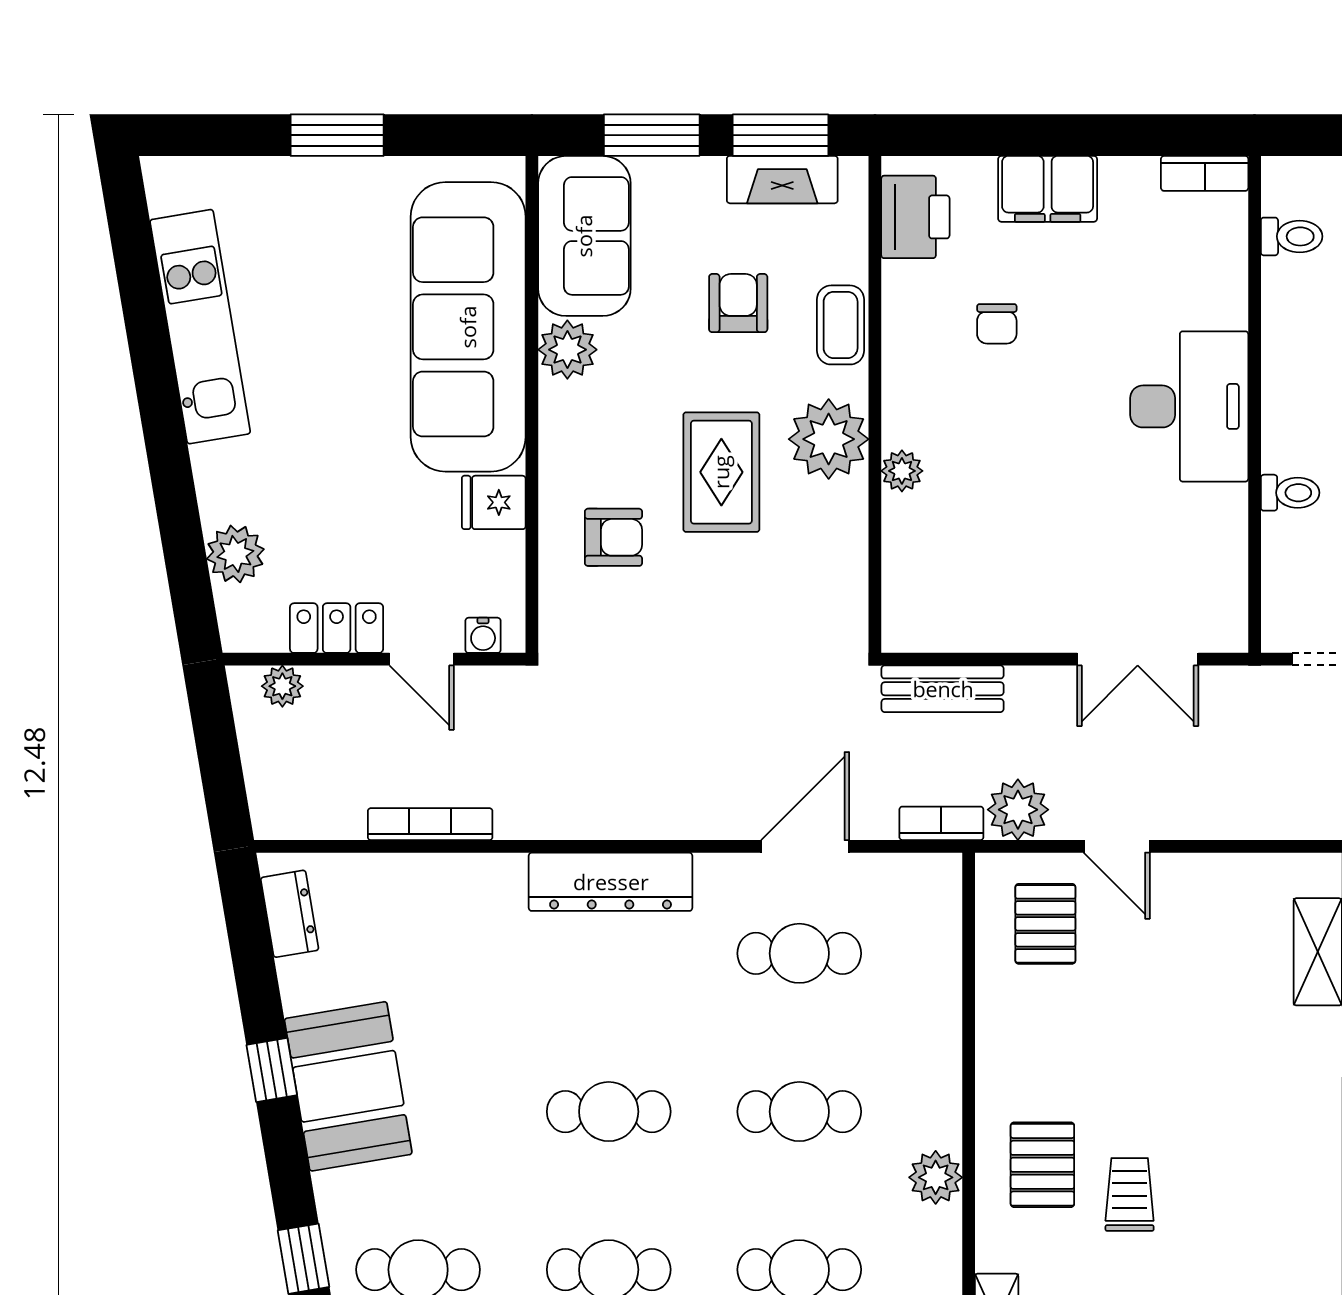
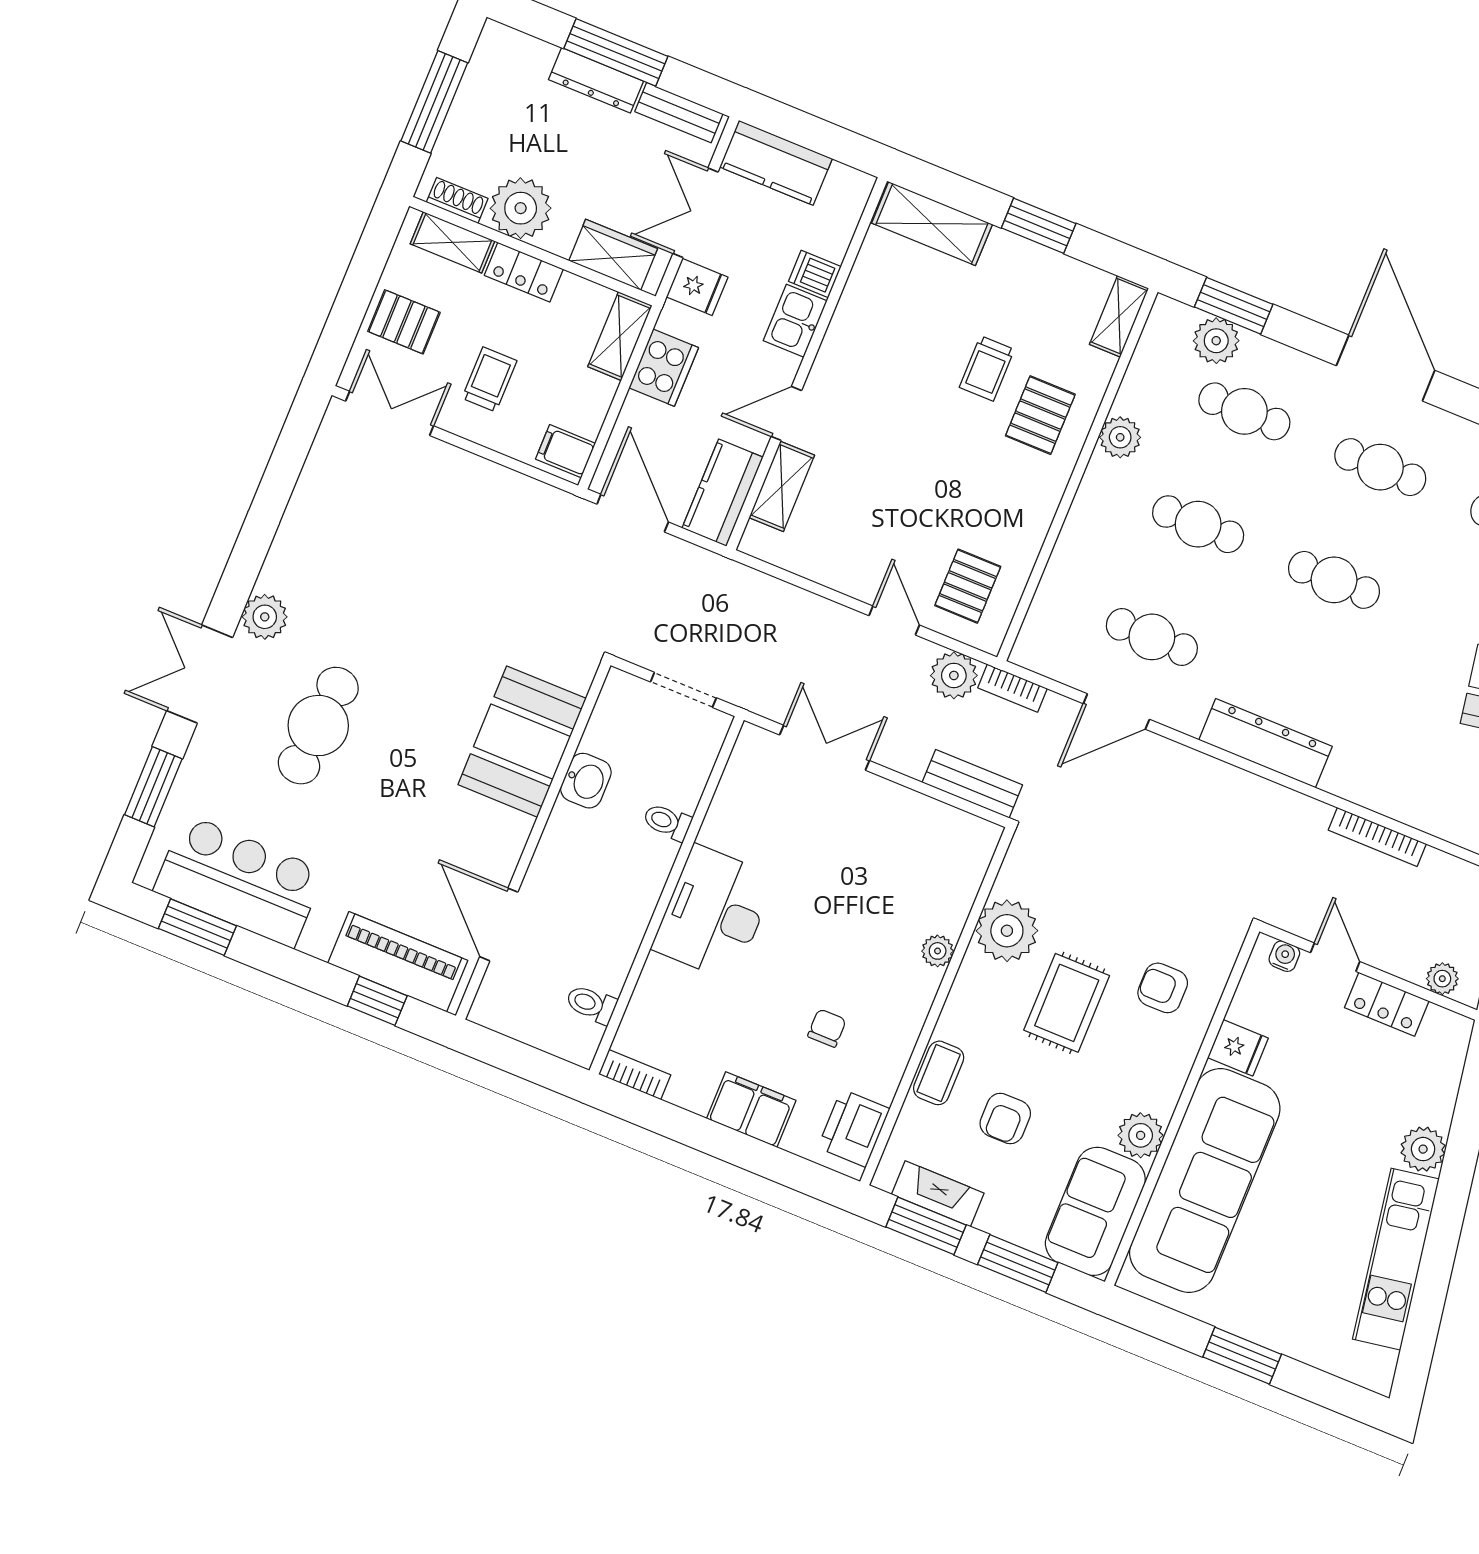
plant: (829, 439) -> (1007, 931), moved
plant: (235, 554) -> (1423, 1149), moved

